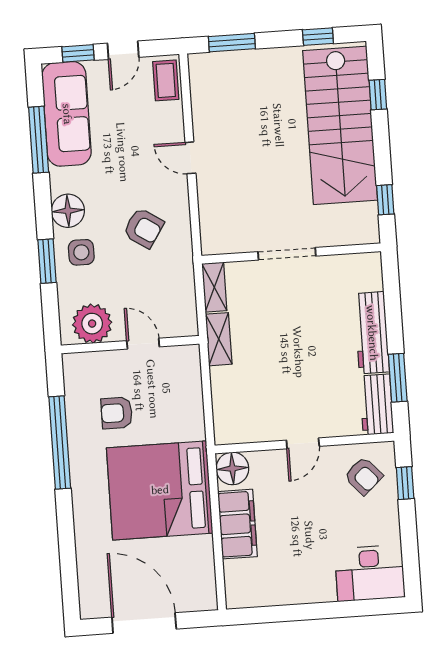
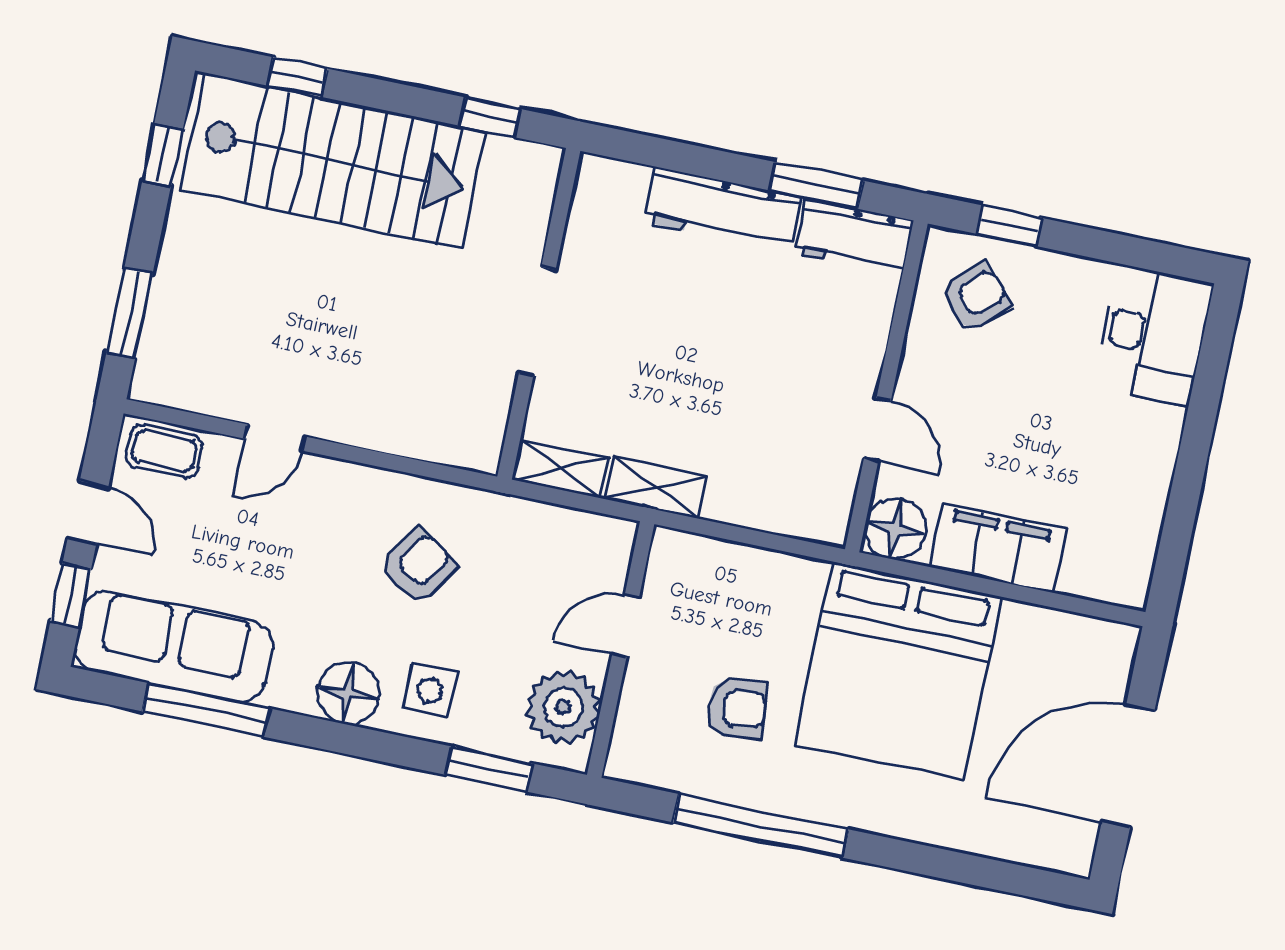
door: (190, 158) -> (275, 438), moved
window: (47, 261) -> (489, 769), moved
armchair: (117, 413) -> (737, 708), turned -96
door: (303, 443) -> (877, 429), moved

